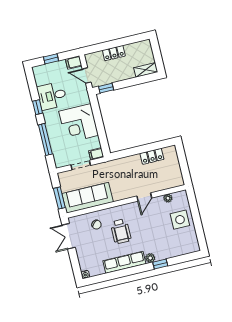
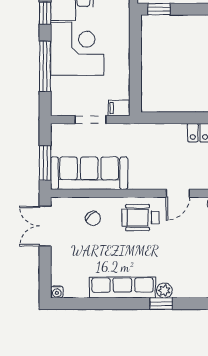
corner desk: (79, 123) -> (77, 49), moved, turned 180
wheelchair: (121, 231) -> (140, 218), moved, turned 90
window: (160, 264) -> (161, 304), moved

